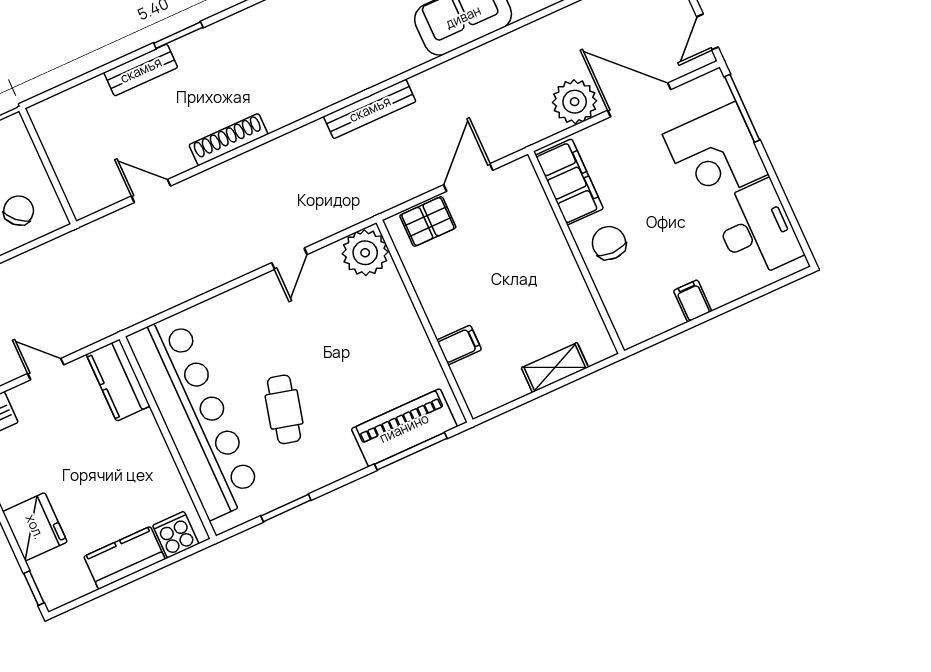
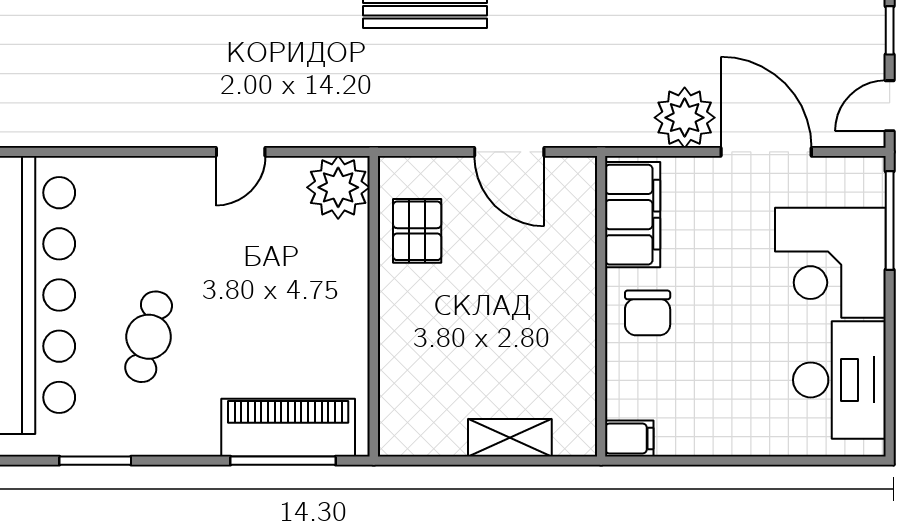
door: (468, 177) -> (509, 152), swing flipped
pallet: (428, 222) -> (417, 231), moved, turned 90
chair: (609, 243) -> (648, 313), turned 180
filing cabinet: (693, 301) -> (629, 438), moved, turned 90
filing cabinet: (459, 345) -> (403, 355), removed

